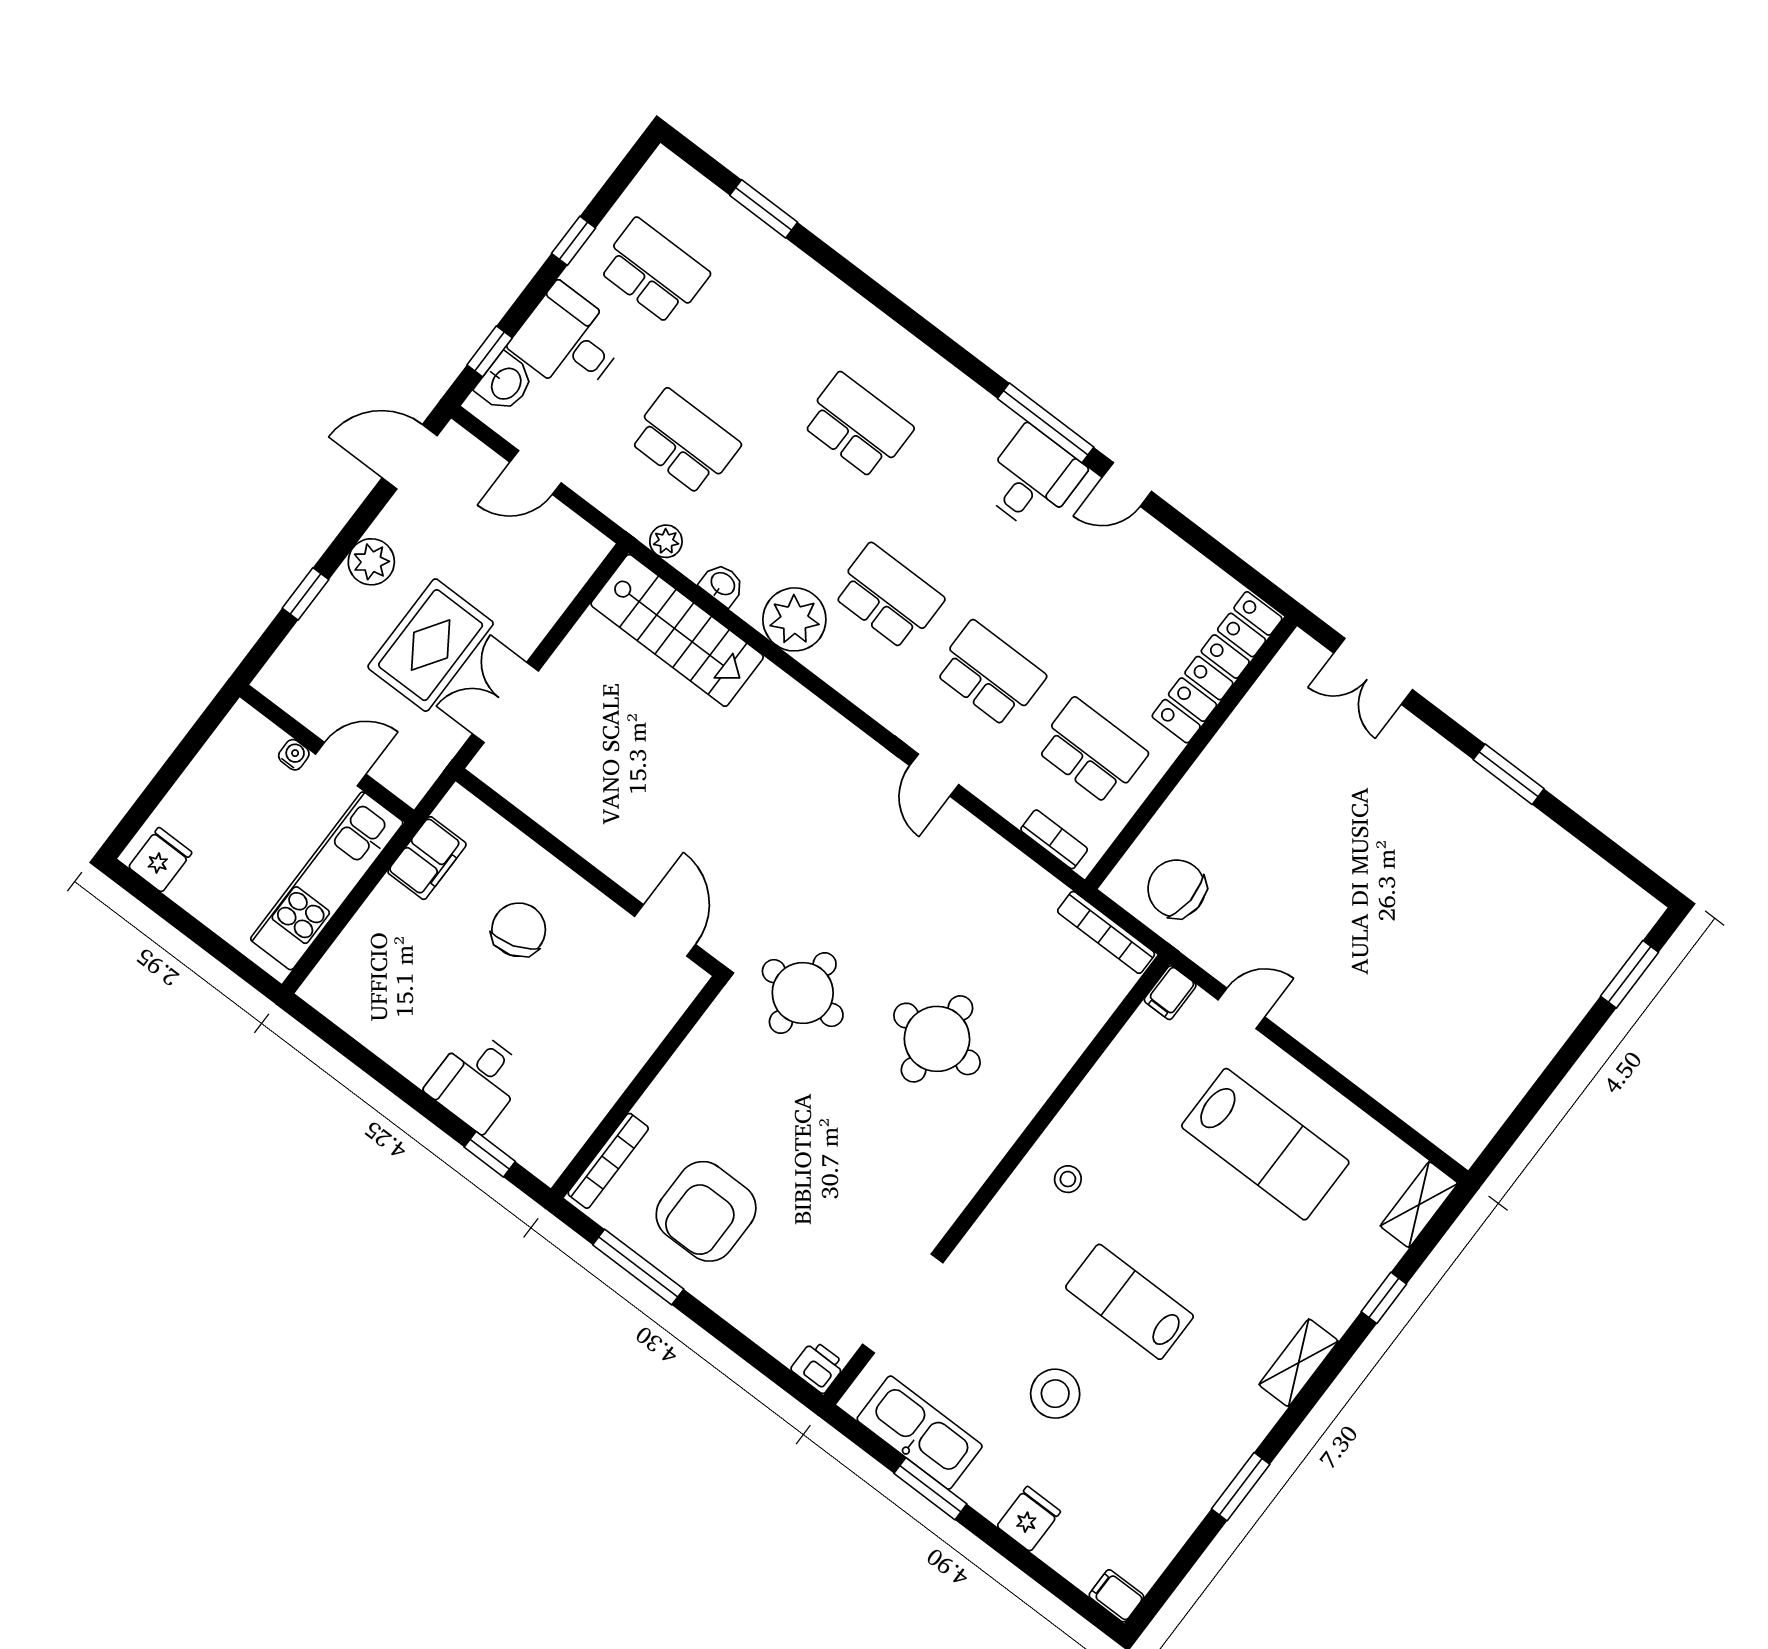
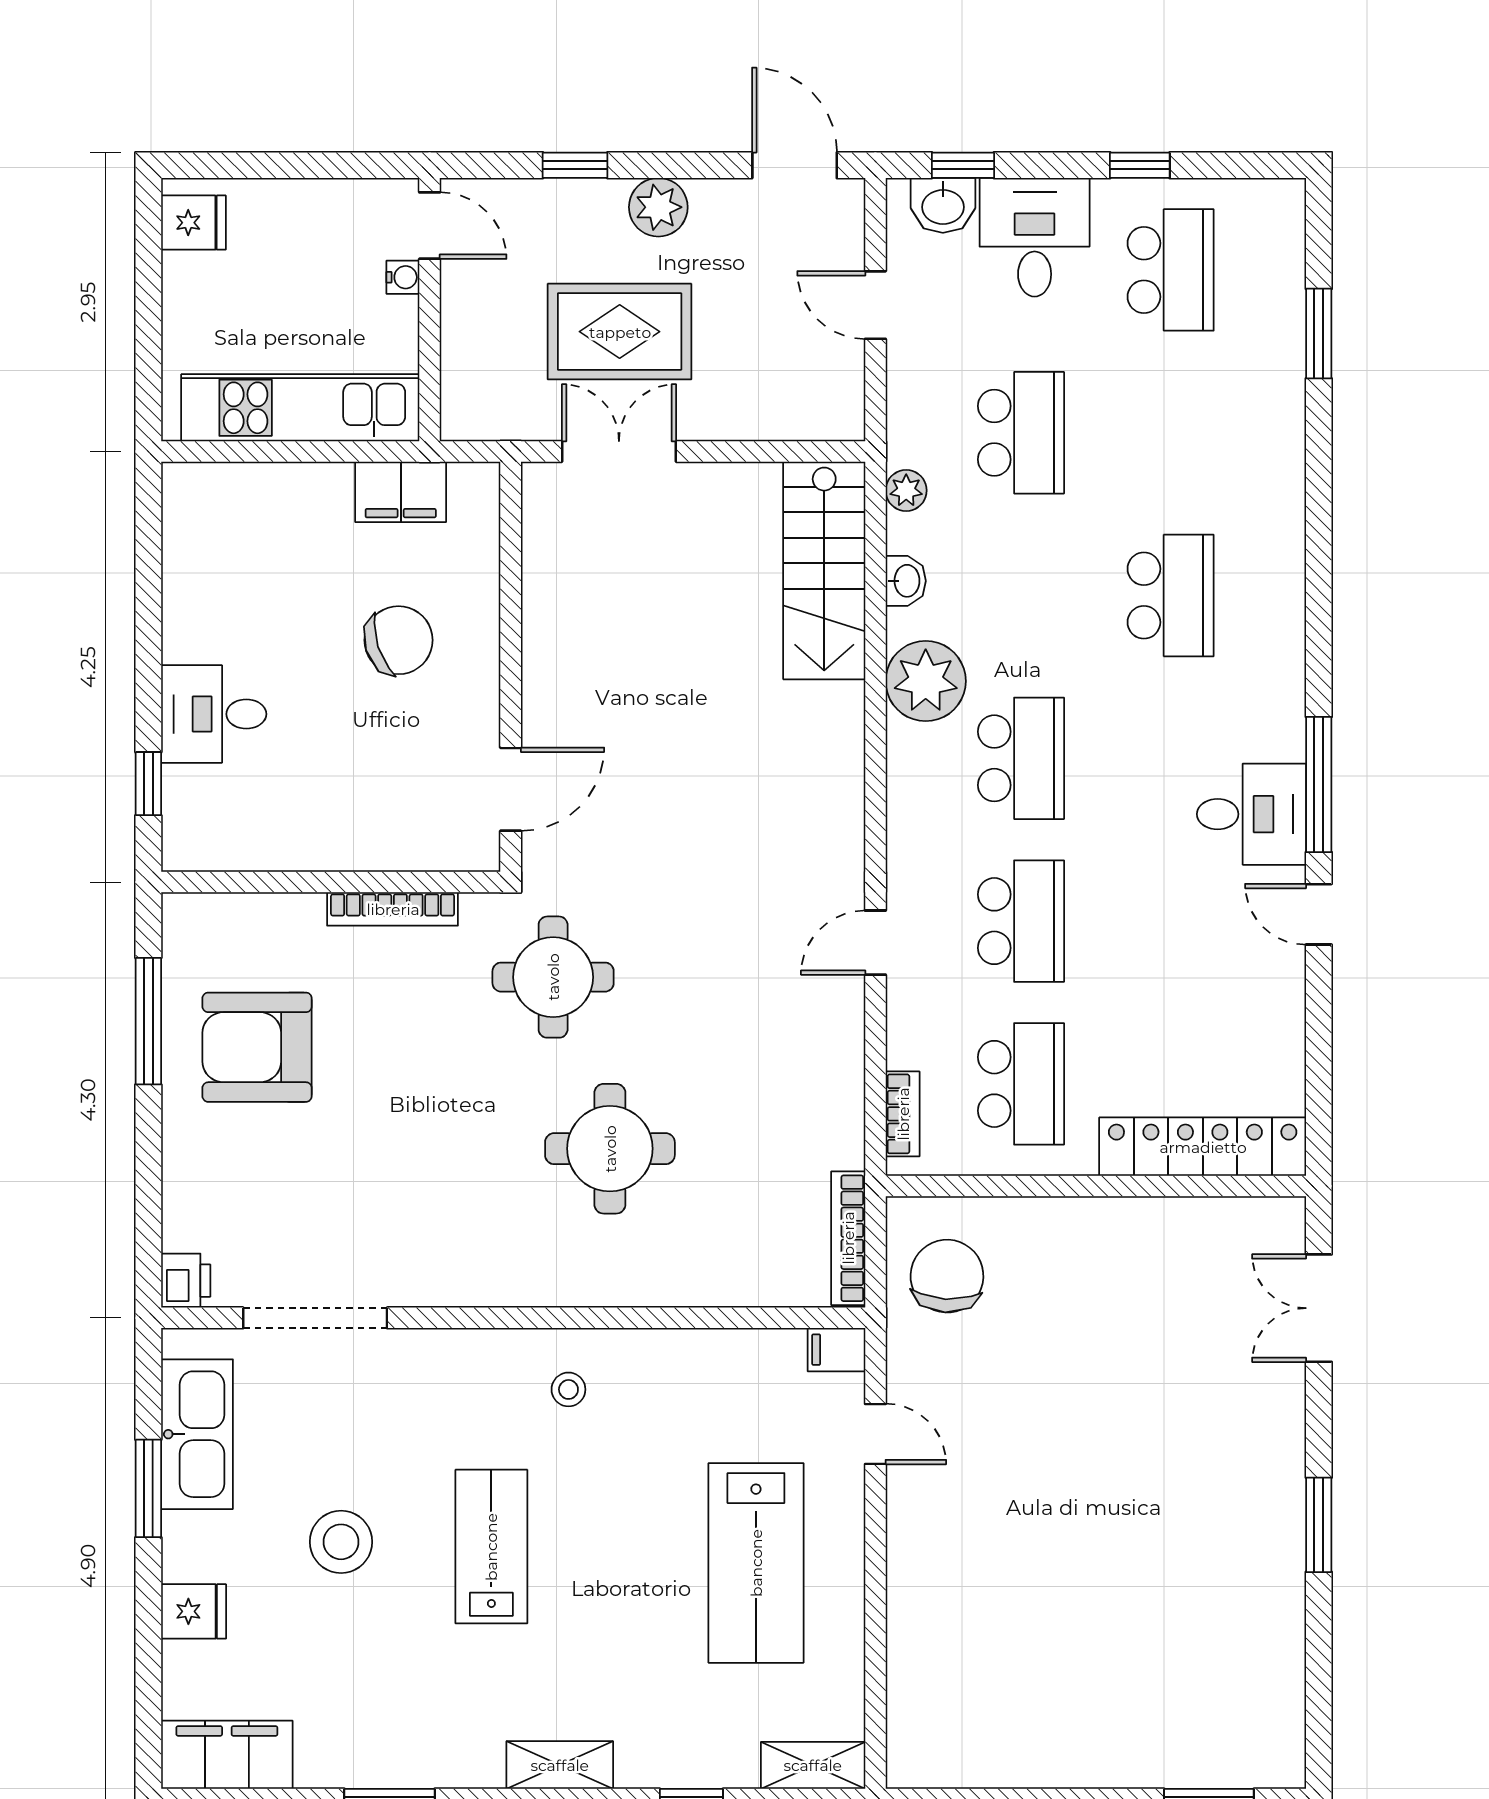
door: (341, 764) -> (430, 226), moved
bookcase: (608, 1161) -> (393, 909), moved
filing cabinet: (1116, 1596) -> (227, 1755), width x3.00, depth x1.17

